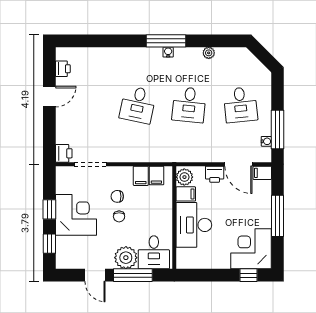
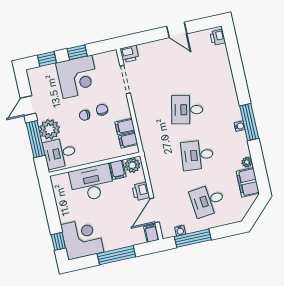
filing cabinet: (231, 57) -> (248, 182), added
printer: (63, 69) -> (218, 37), moved, turned 90

